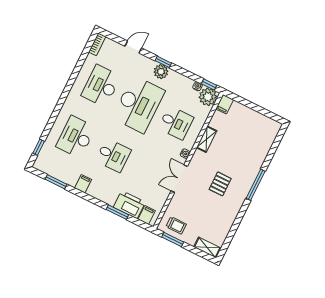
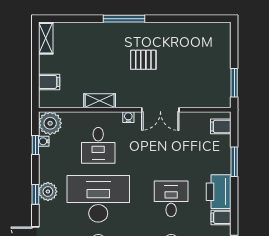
window: (209, 85) -> (35, 145), moved
filing cabinet: (225, 104) -> (49, 82), moved
desk: (176, 123) -> (98, 145), turned 180
printer: (129, 205) -> (219, 192), moved
trolley: (176, 225) -> (216, 87), removed
shelving: (207, 247) -> (46, 38), moved

